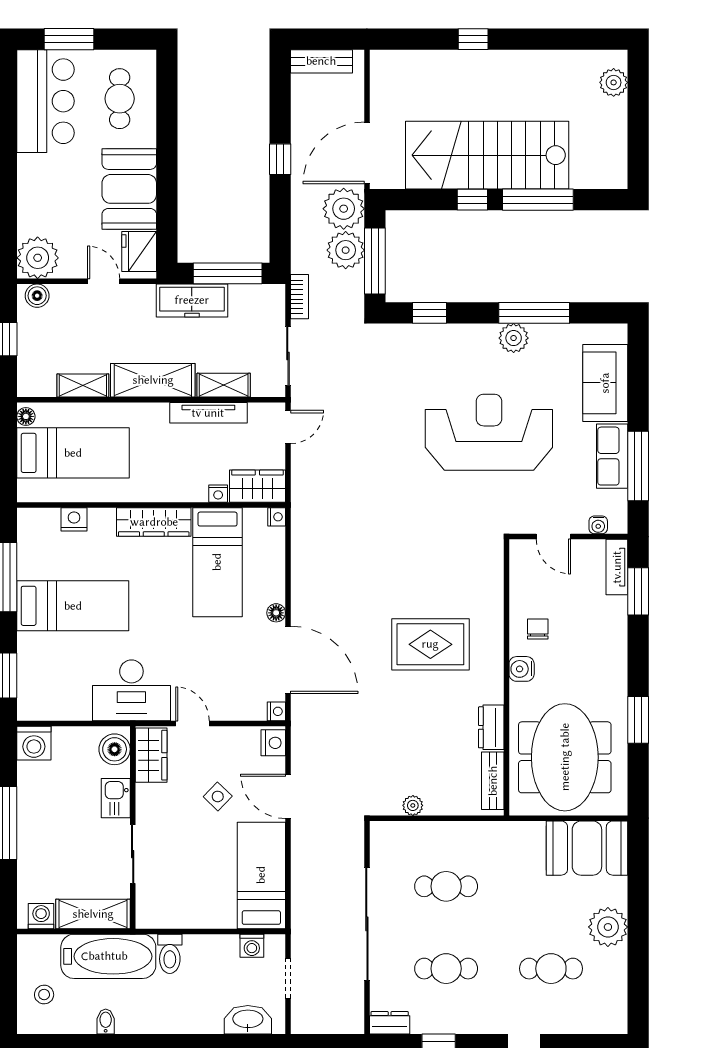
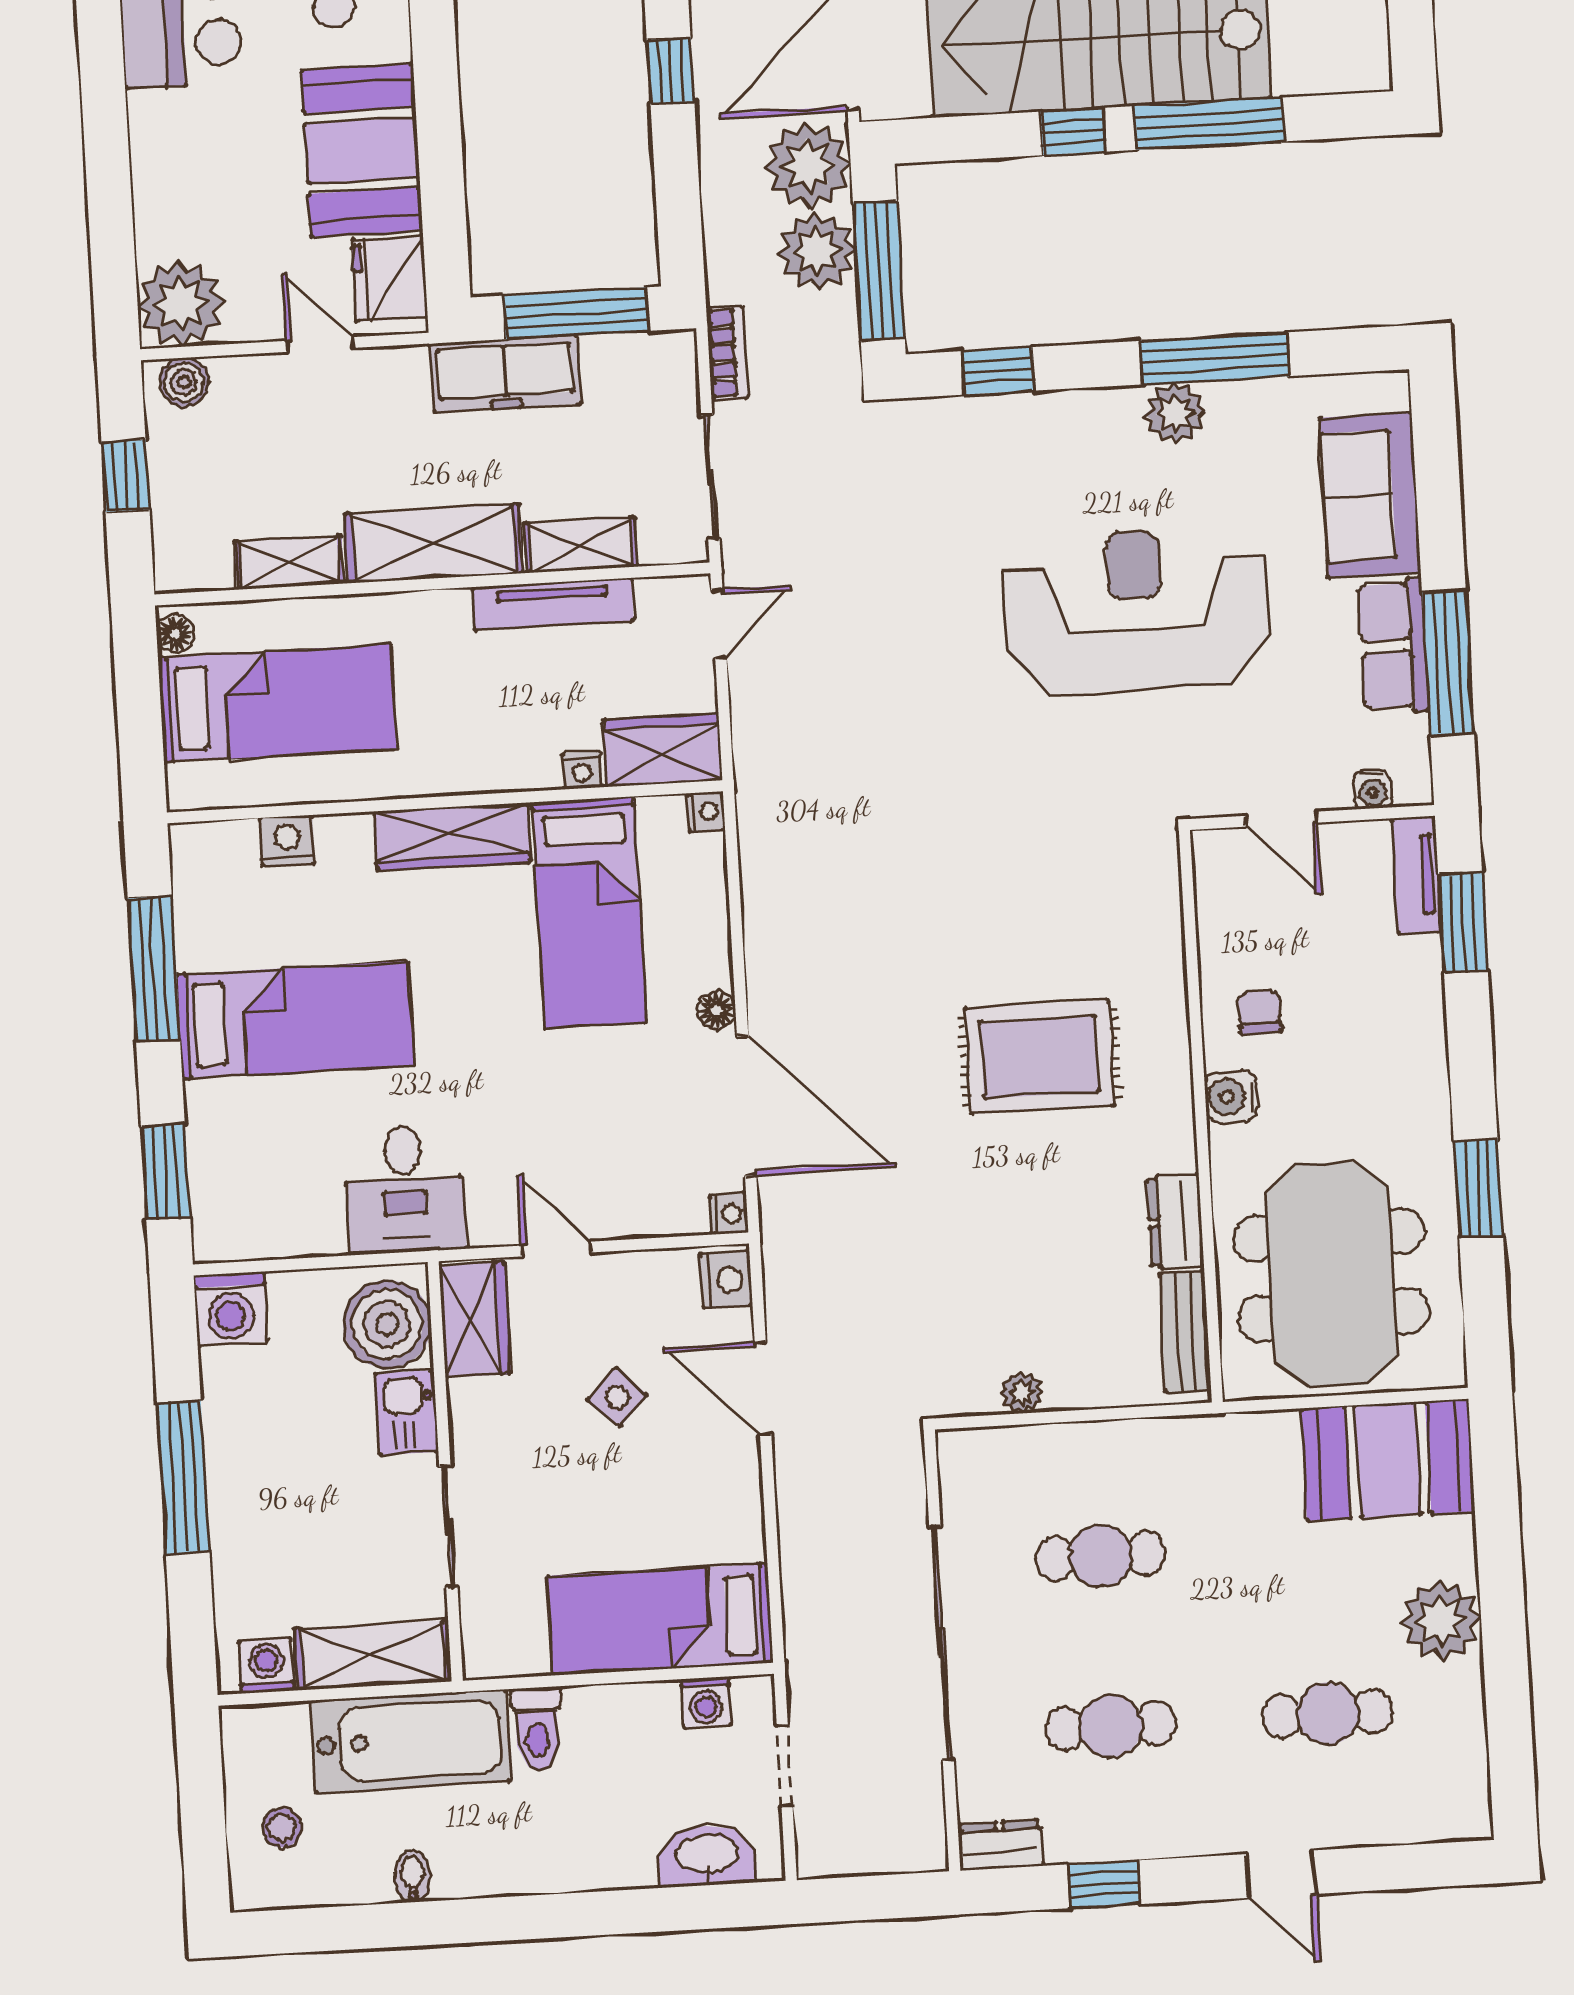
desk: (131, 690) -> (405, 1189), width x0.73
boiler: (115, 749) -> (387, 1324), width x1.37, depth x1.37
bed: (261, 875) -> (660, 1620), moved, turned -90

